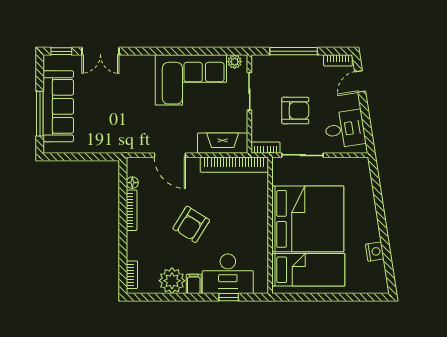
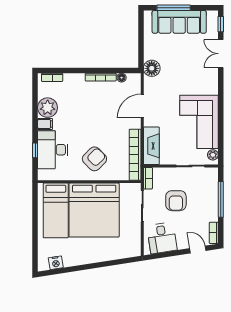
floor lamp: (120, 143) -> (152, 68), added
armchair: (191, 224) -> (94, 159), moved, turned 103
nightstand: (375, 252) -> (56, 263), moved

